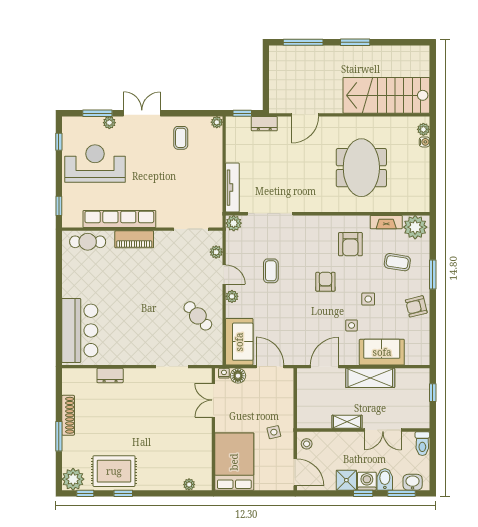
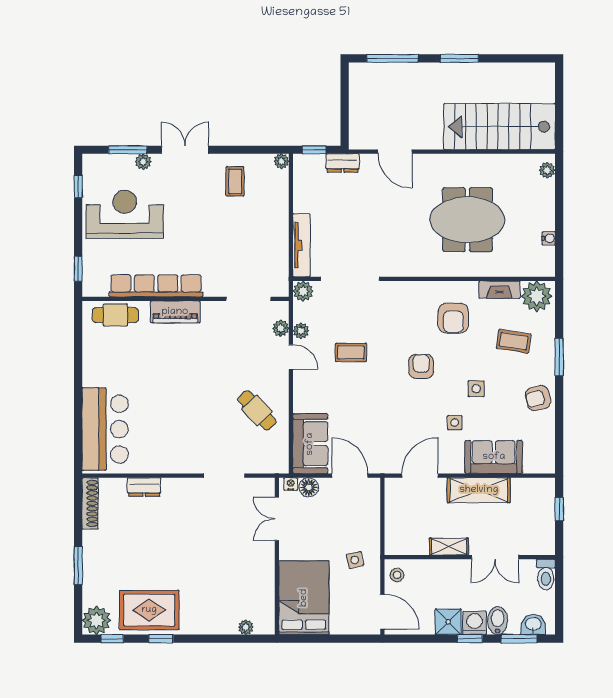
door: (305, 115) -> (395, 152), hinge flipped
water cooler: (425, 142) -> (549, 238), moved
meeting table: (361, 168) -> (467, 220), turned 90
coffee table: (271, 271) -> (351, 352), turned 90
plant: (232, 296) -> (301, 331), moved
shoe rack: (68, 415) -> (90, 503), moved

